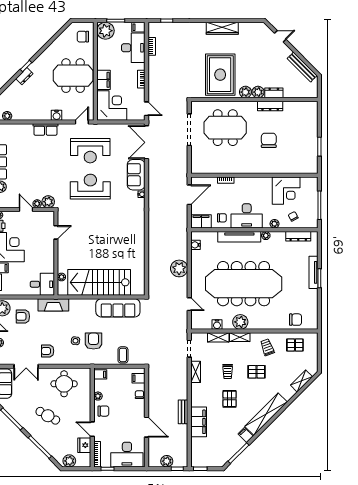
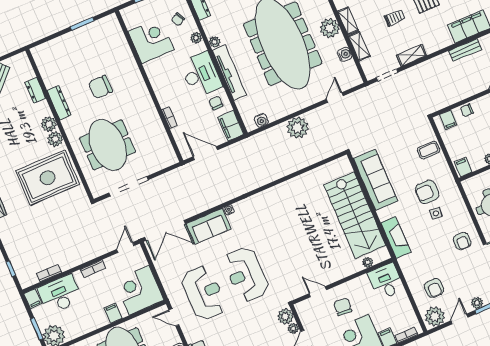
filing cabinet: (104, 80) -> (113, 313), width x0.50
dresser: (274, 93) -> (35, 90), moved
chair: (37, 246) -> (343, 307), added
fireplace: (53, 305) -> (396, 238), moved

